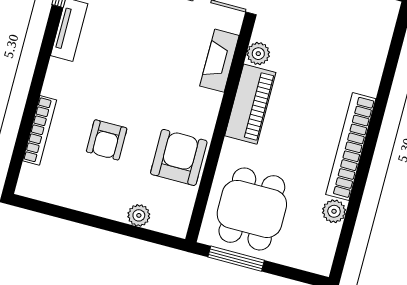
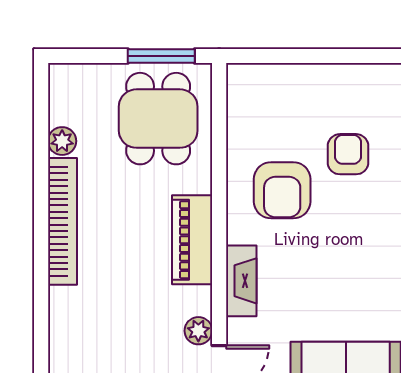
plant: (258, 54) -> (198, 331), moved
armchair: (179, 157) -> (282, 190), moved
plant: (139, 215) -> (287, 76), removed

